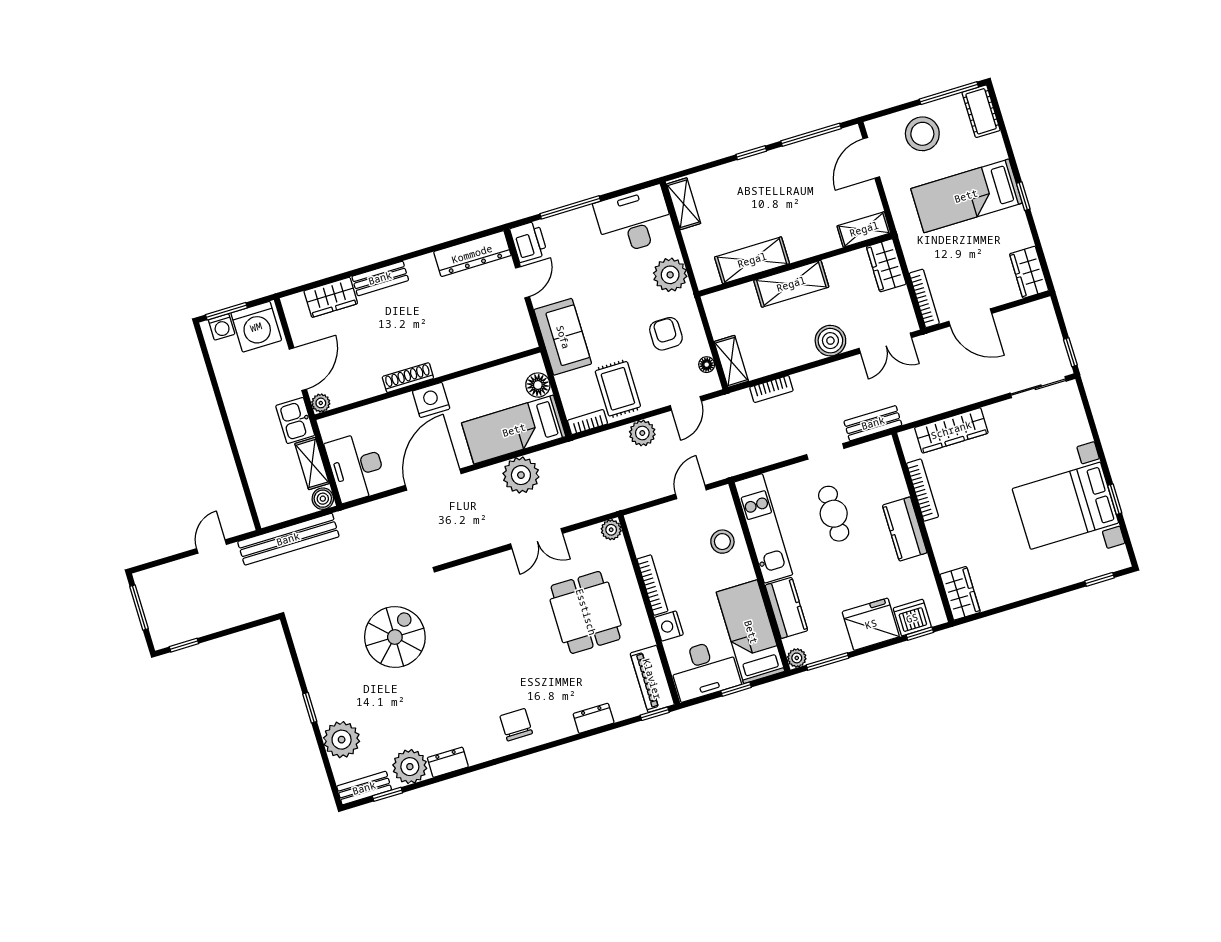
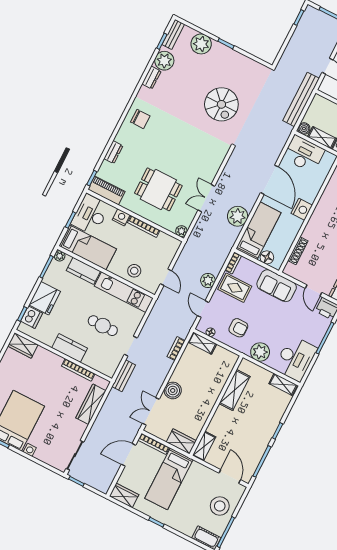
bed: (966, 196) -> (169, 479), moved, turned 180
shelving: (791, 284) -> (210, 397), removed
shoe rack: (408, 378) -> (298, 251), moved

